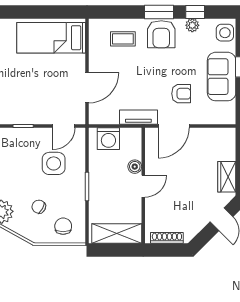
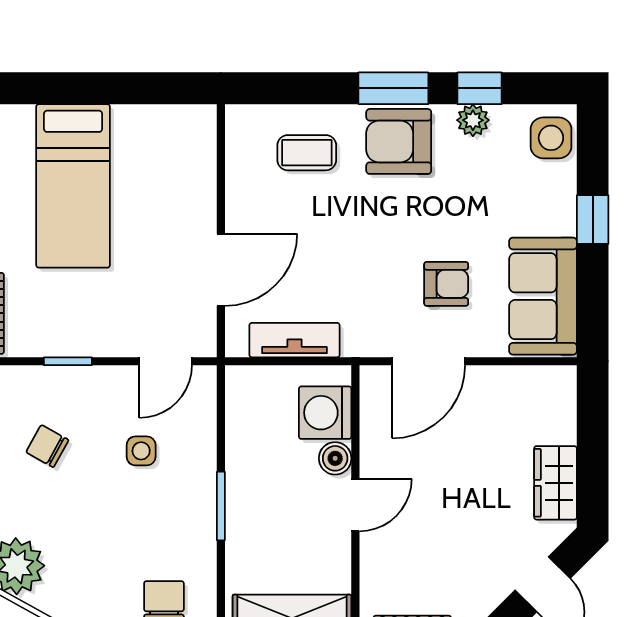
armchair: (161, 34) -> (399, 141), turned 90
bed: (51, 38) -> (73, 186), moved, turned -90
sofa: (222, 77) -> (543, 296), moved
tv unit: (138, 117) -> (294, 340), moved
washing machine: (108, 139) -> (325, 413), moved, turned 90
side table: (54, 163) -> (141, 451), width x0.54, depth x0.54
chair: (39, 207) -> (47, 446), moved

